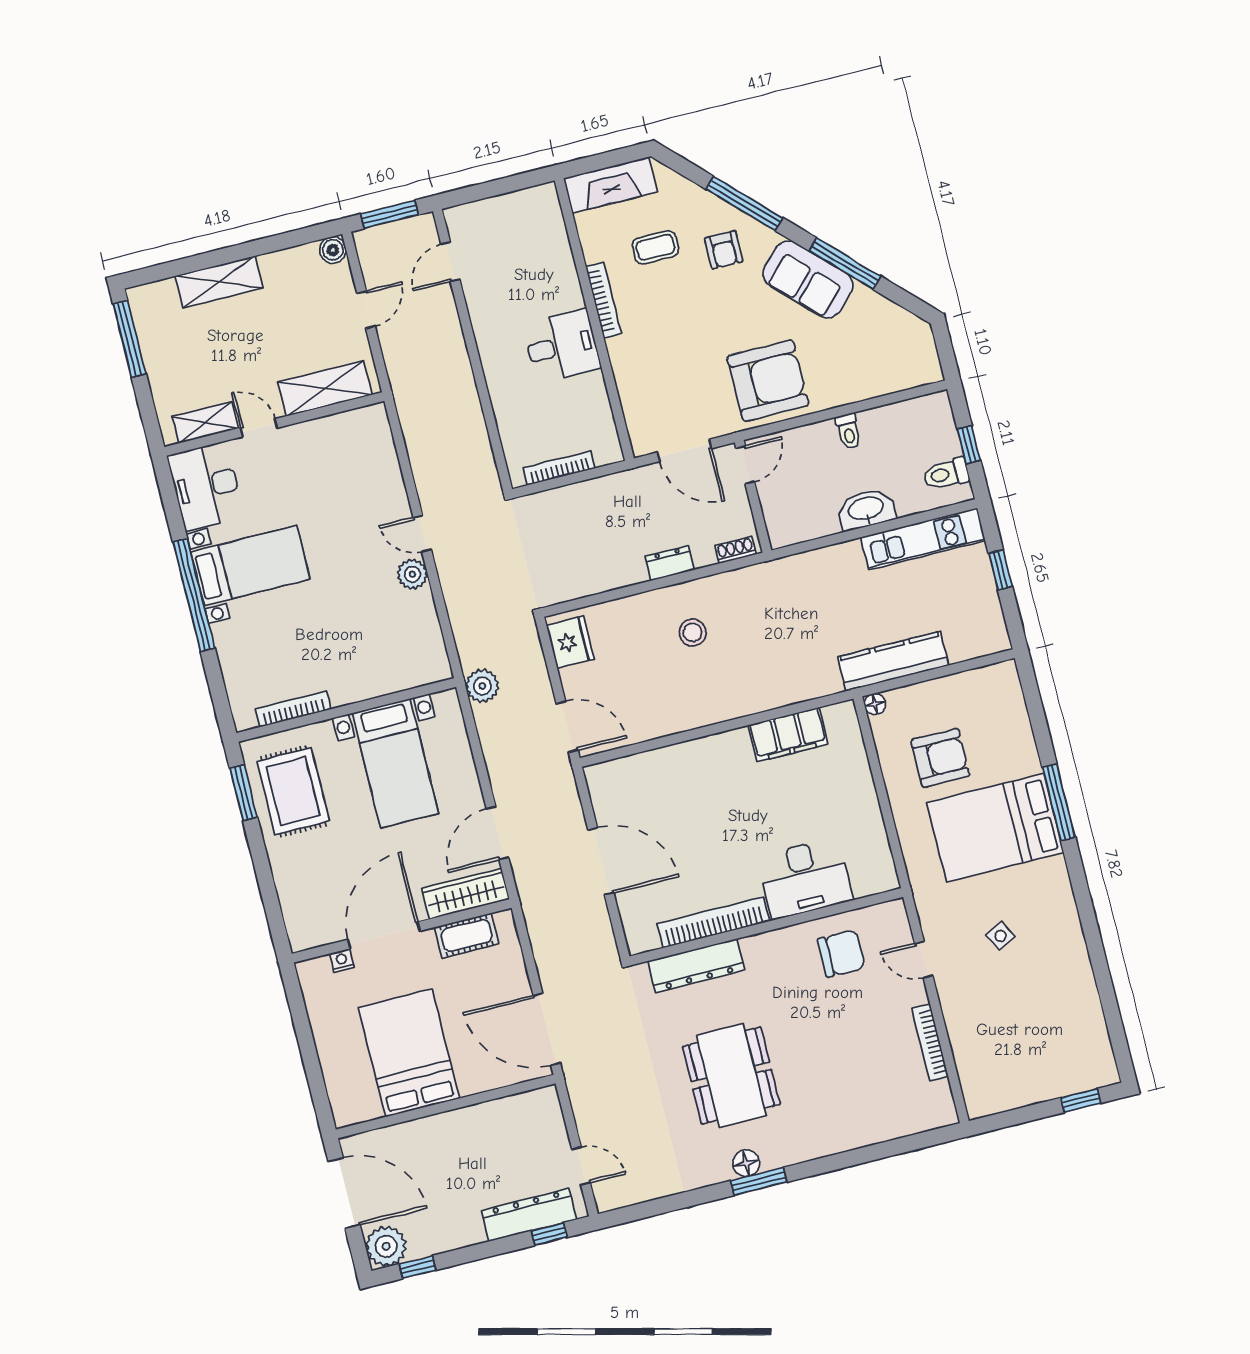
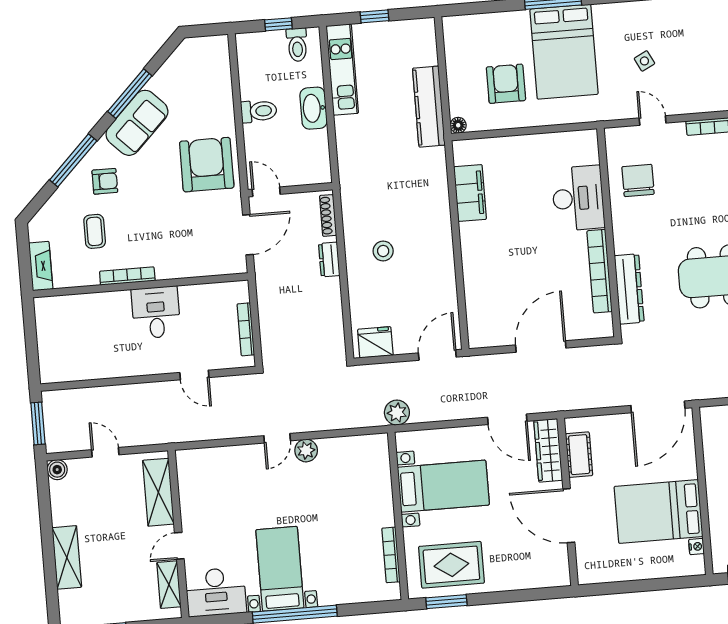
fireplace: (610, 185) -> (41, 266), width x0.73, depth x0.76
door: (450, 262) -> (194, 375), moved
toilet: (848, 431) -> (259, 111), width x1.37, depth x1.39
shoe rack: (735, 550) -> (328, 215), width x1.43
nightstand: (342, 960) -> (696, 547), moved, turned 180
door: (924, 960) -> (653, 121), swing flipped

